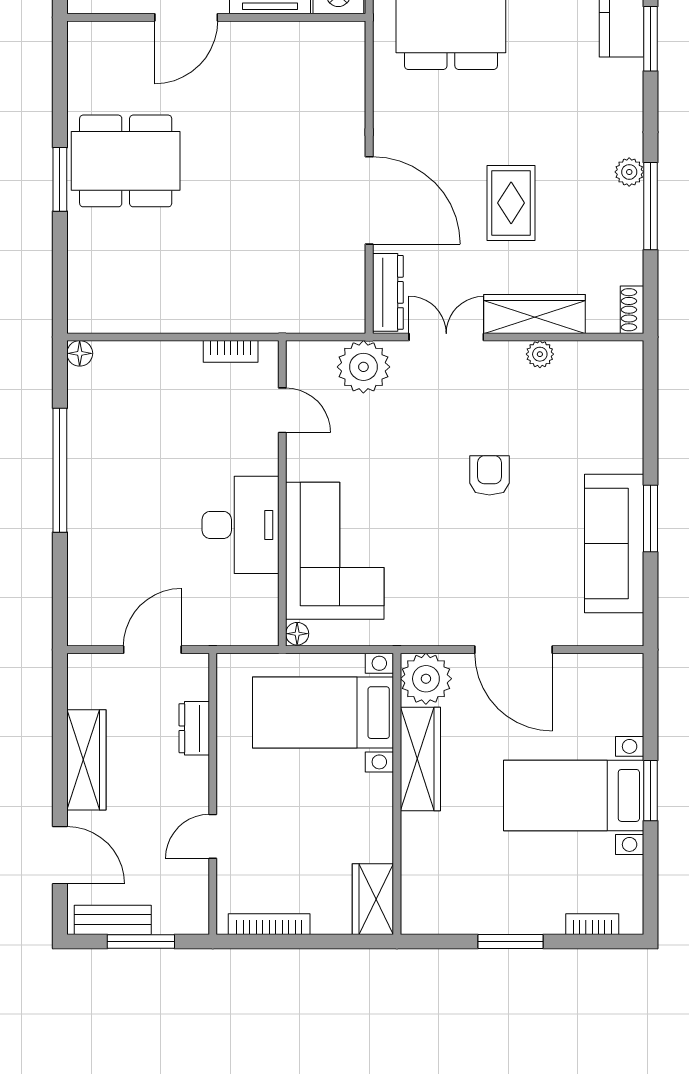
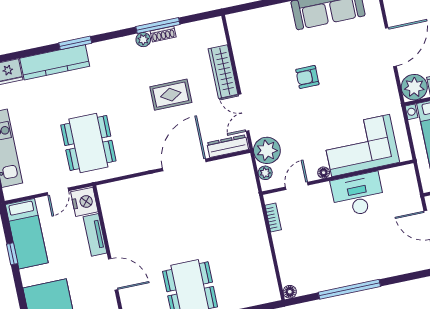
shoe rack: (632, 310) -> (163, 34), moved
plant: (540, 354) -> (265, 173), moved
floor lamp: (297, 634) -> (324, 173), moved

